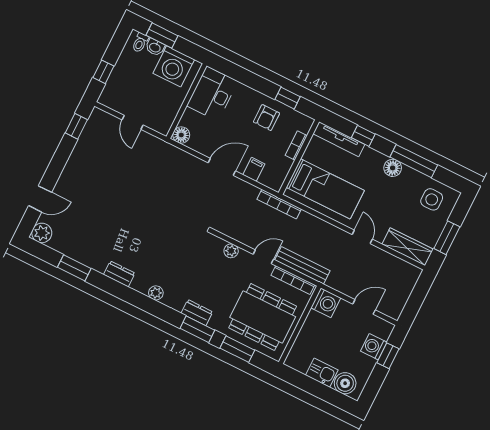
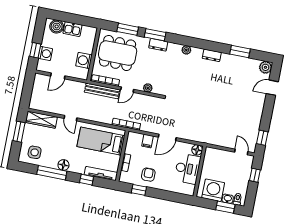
desk: (212, 94) -> (187, 169), moved
door: (133, 122) -> (241, 152), moved
washing machine: (326, 303) -> (84, 60), moved

